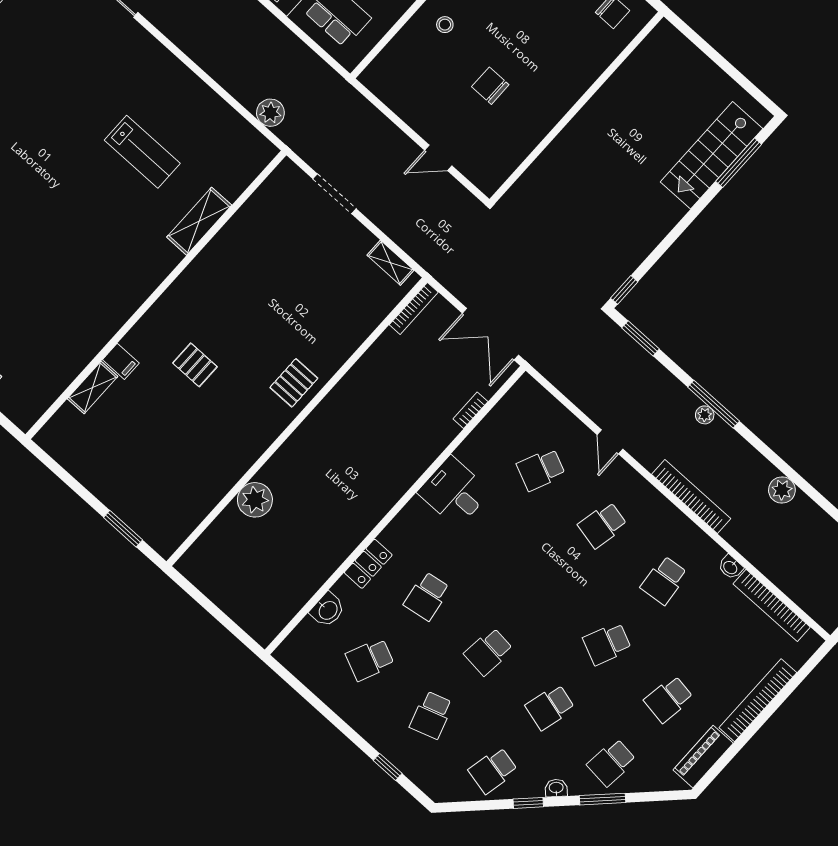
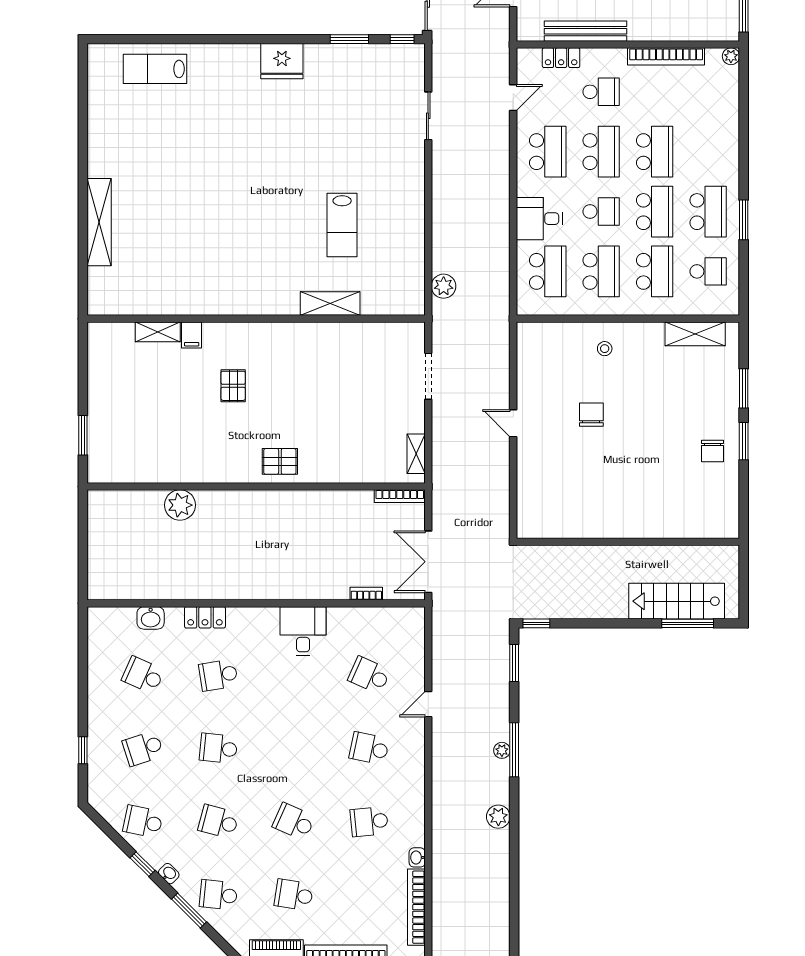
wall: (576, 108) -> (628, 542), moved
plant: (782, 490) -> (498, 817), moved
bookcase: (691, 497) -> (440, 790), removed

